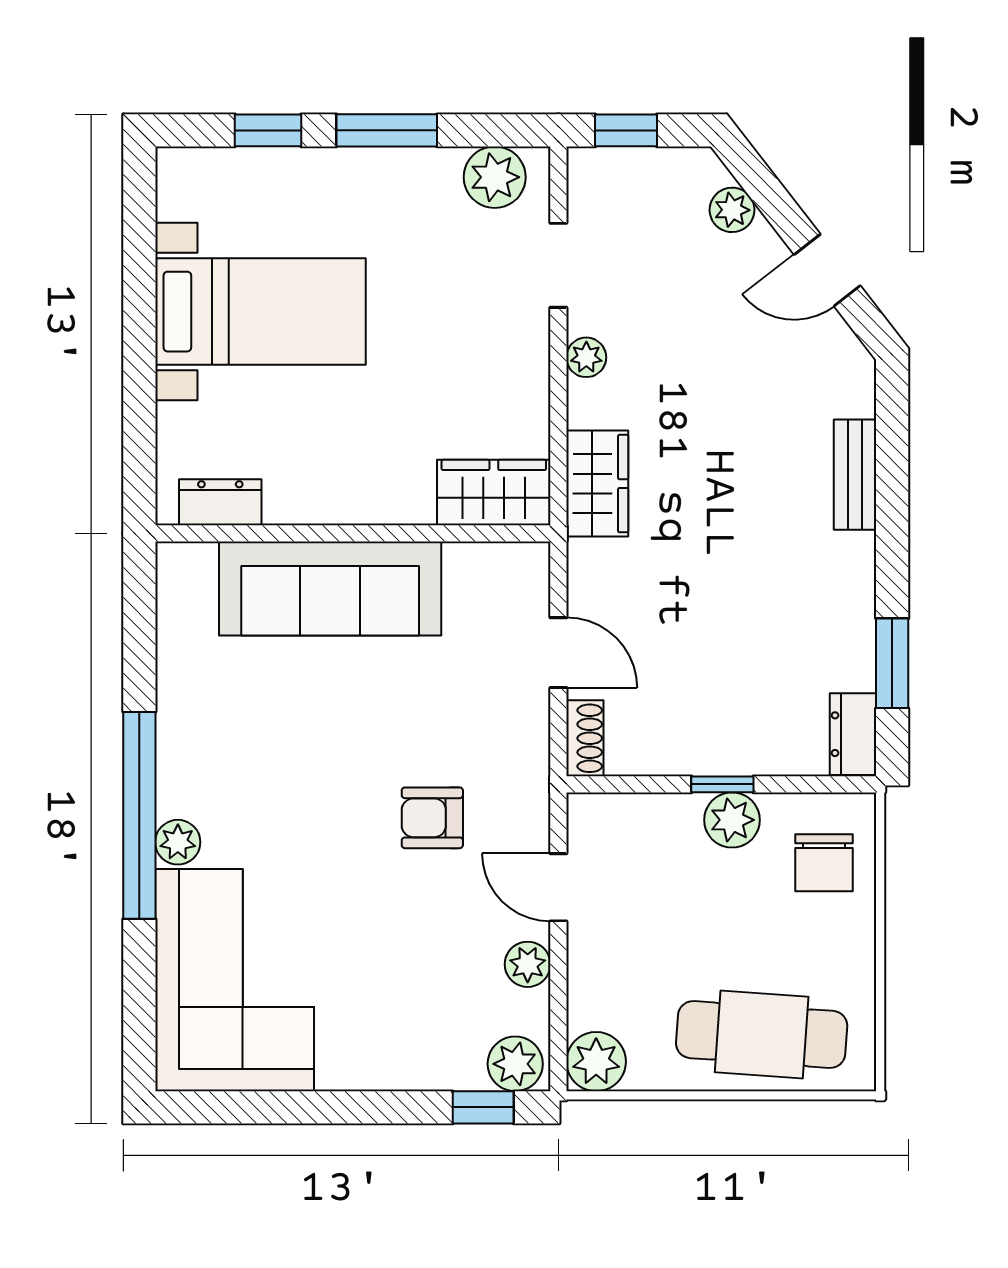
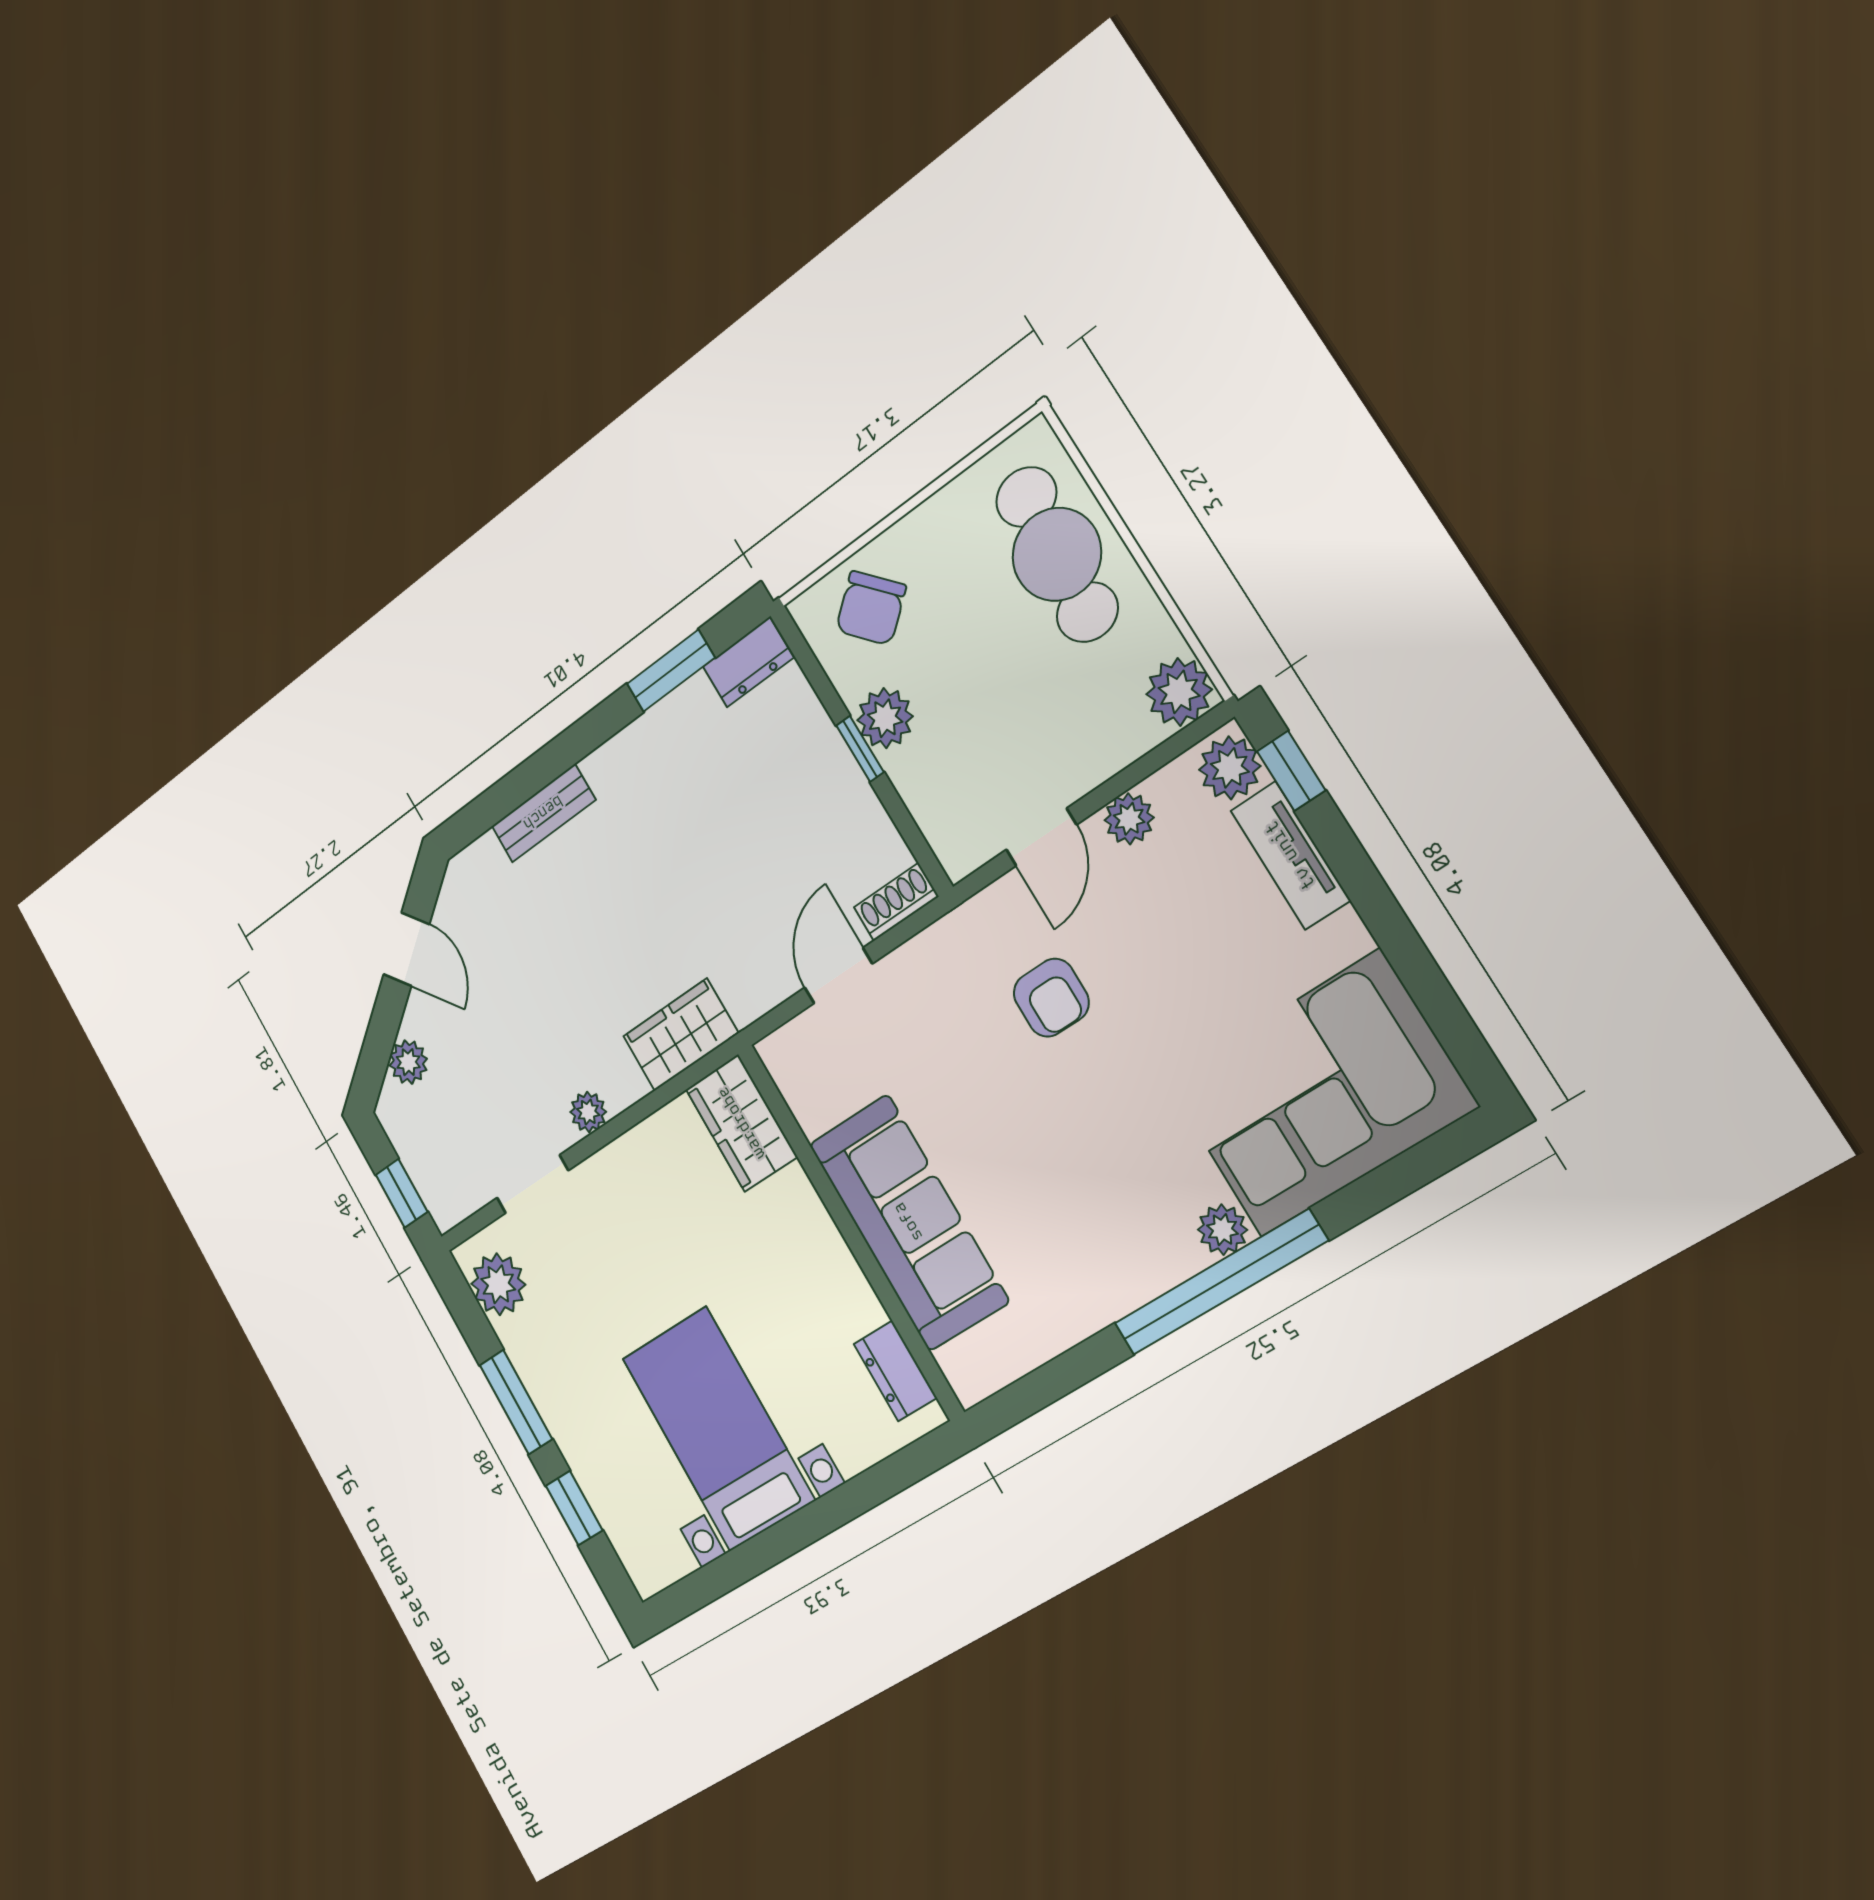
chair: (824, 863) -> (871, 608), turned 139
tv unit: (422, 1068) -> (1290, 855), added

